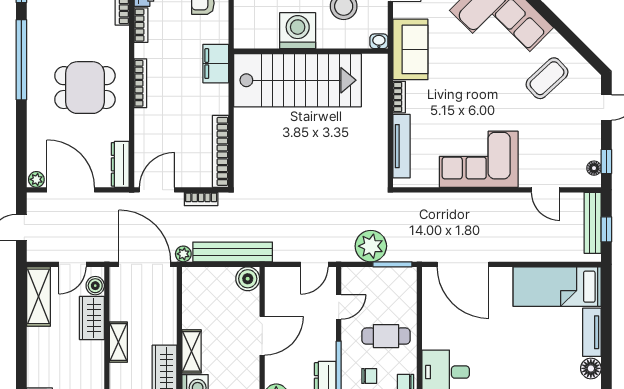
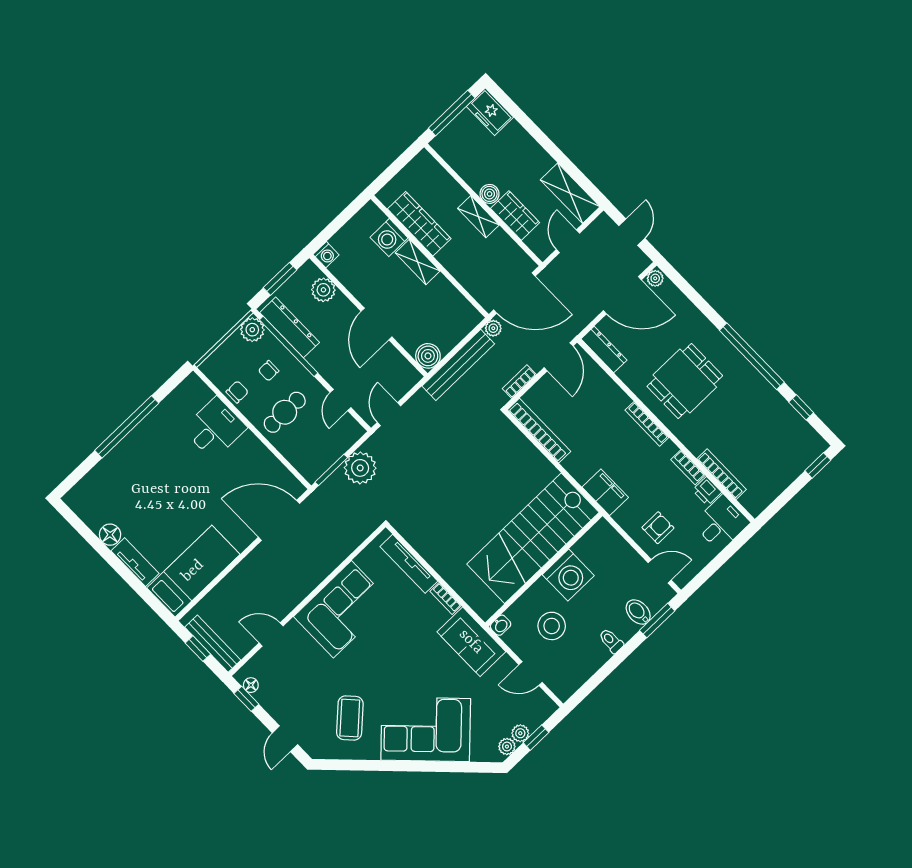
boiler: (95, 286) -> (490, 194), moved

